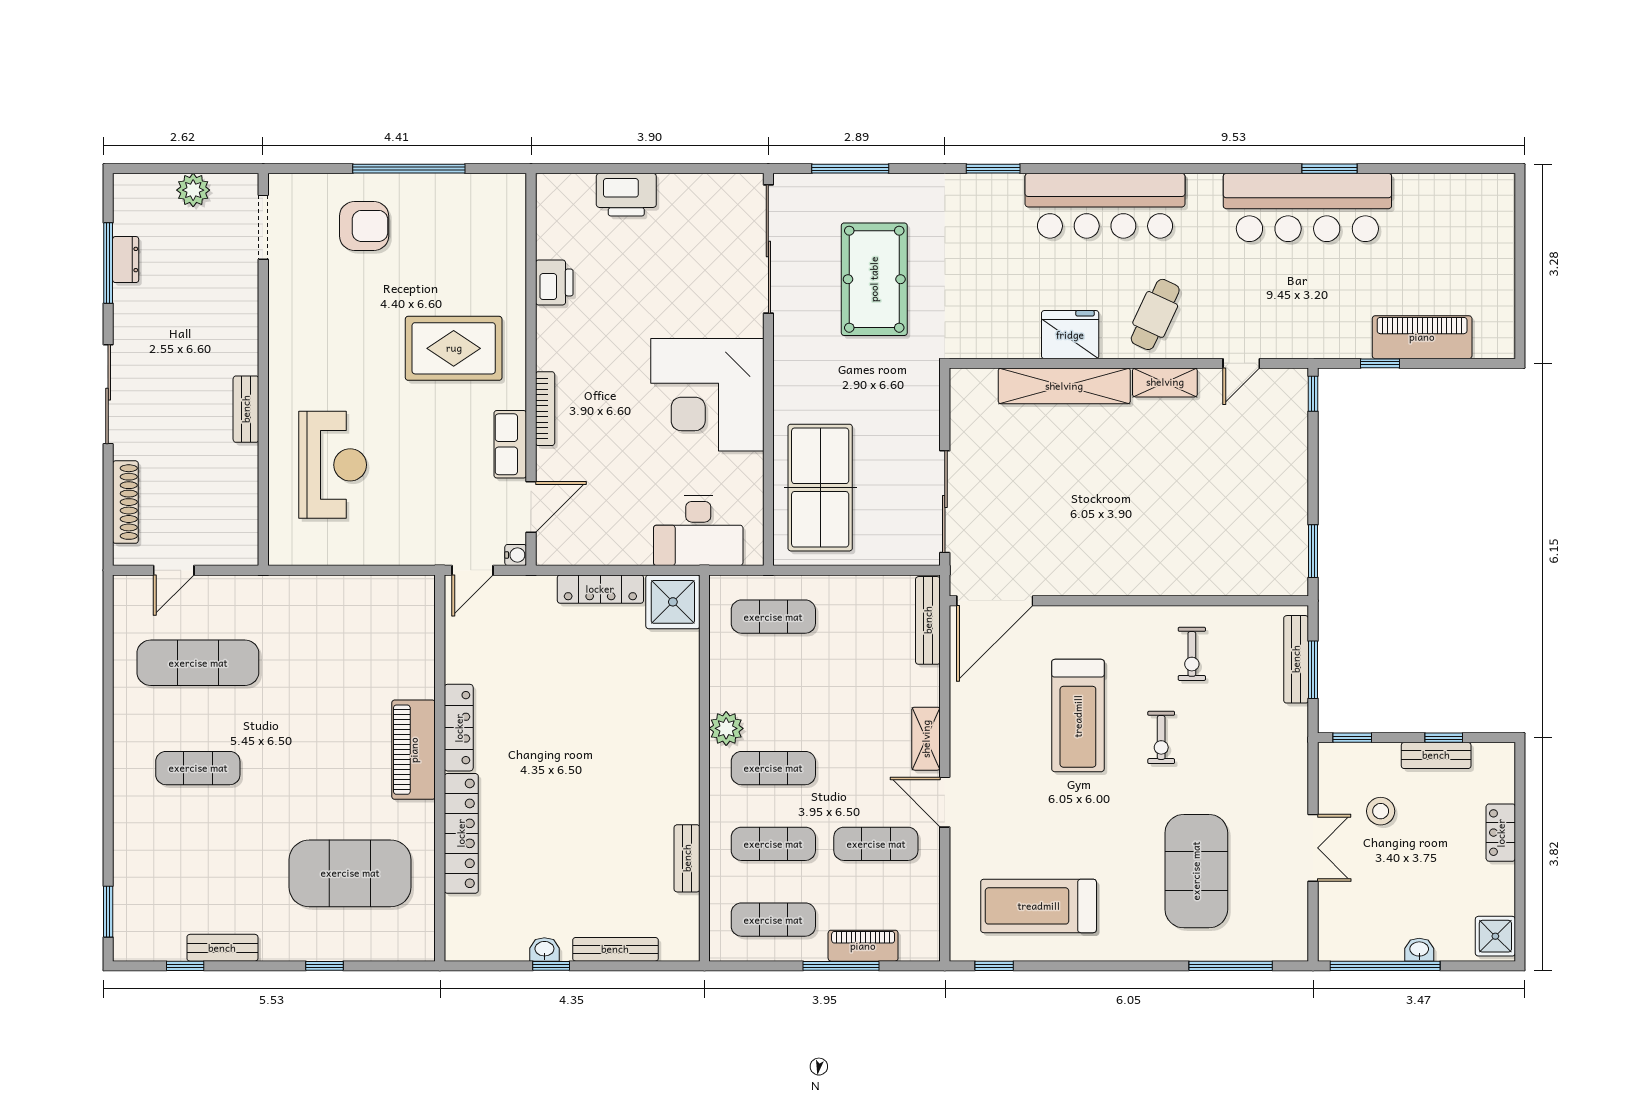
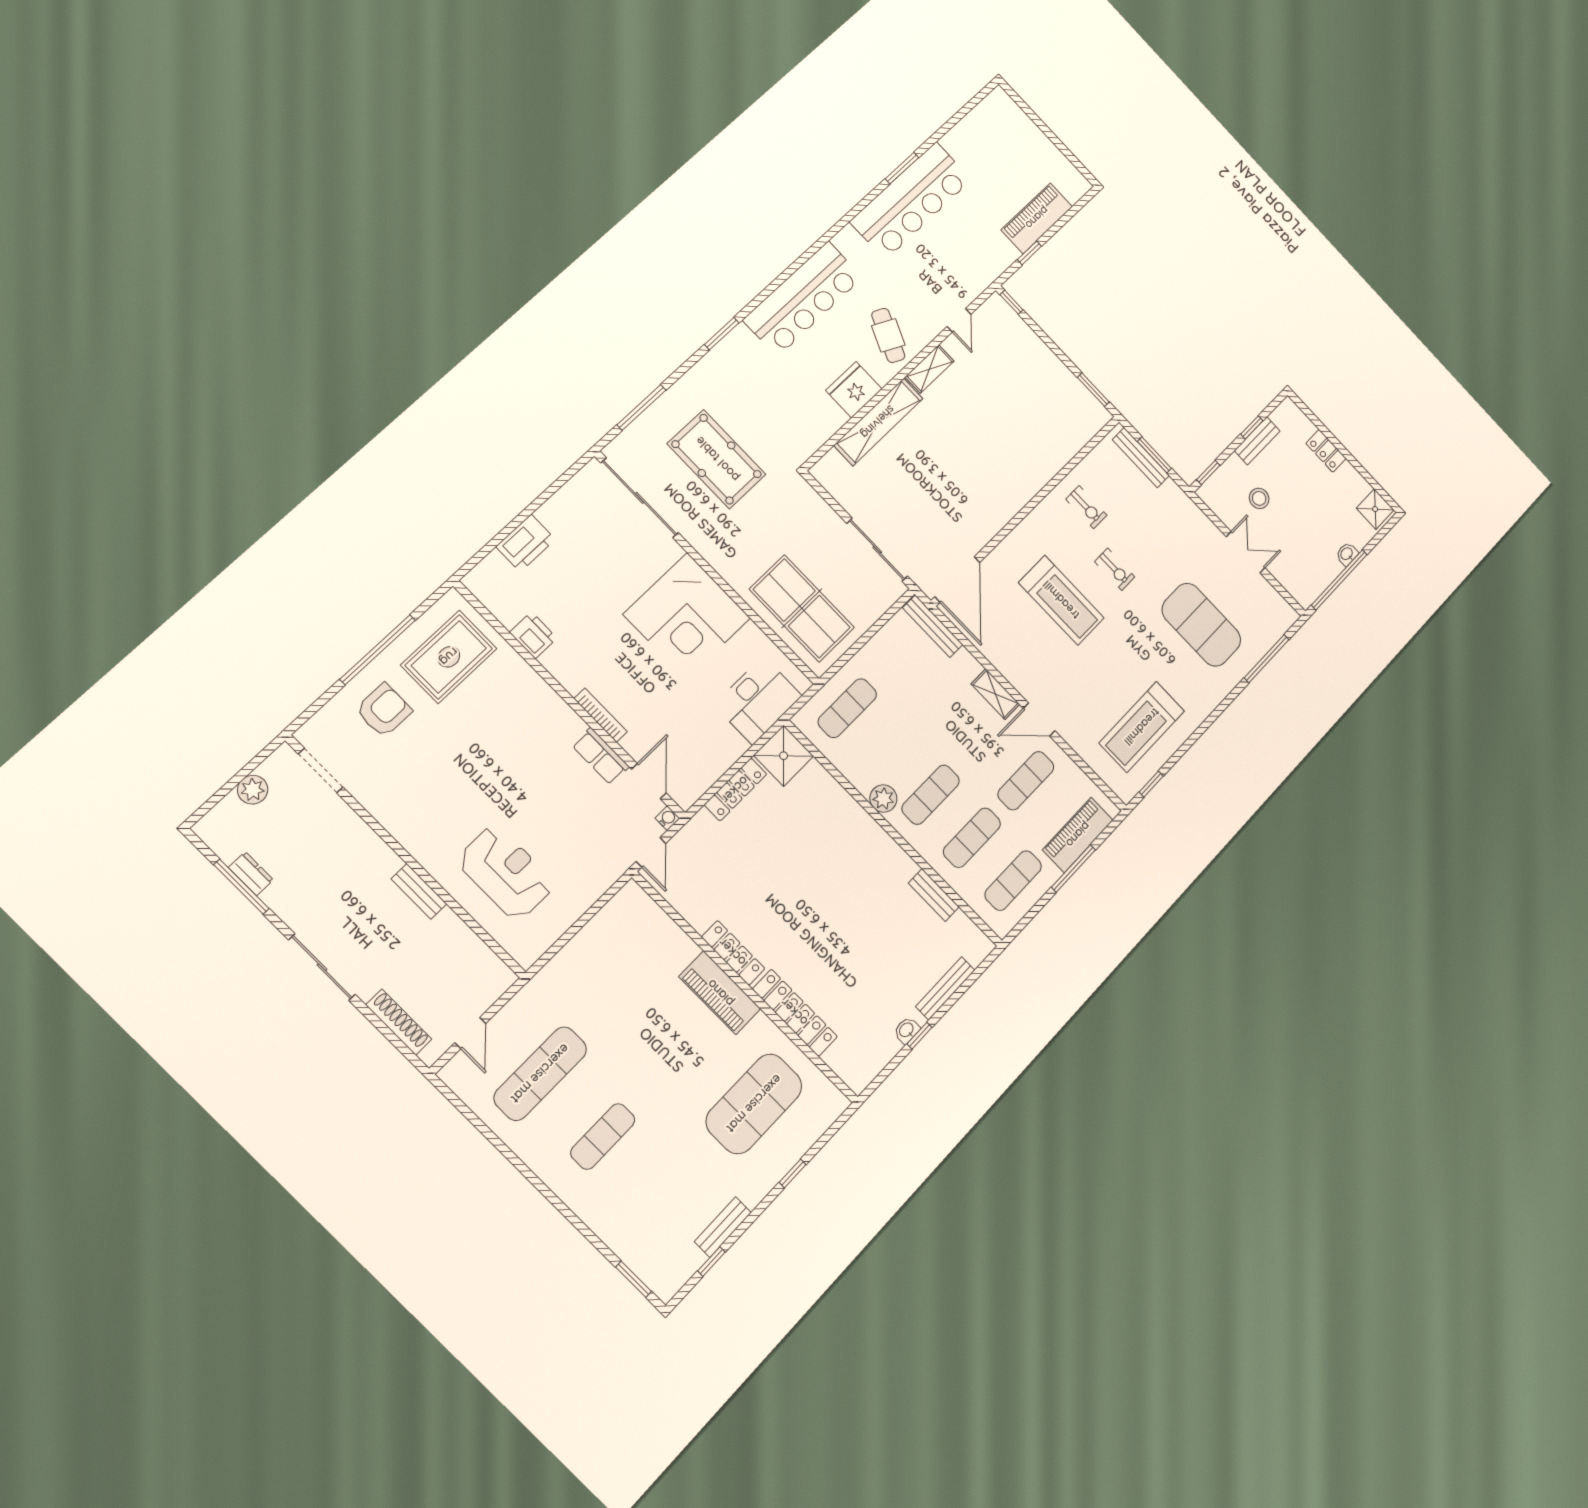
rug: (454, 348) -> (449, 657), moved
piano: (863, 946) -> (1078, 835), width x1.37, depth x1.33

